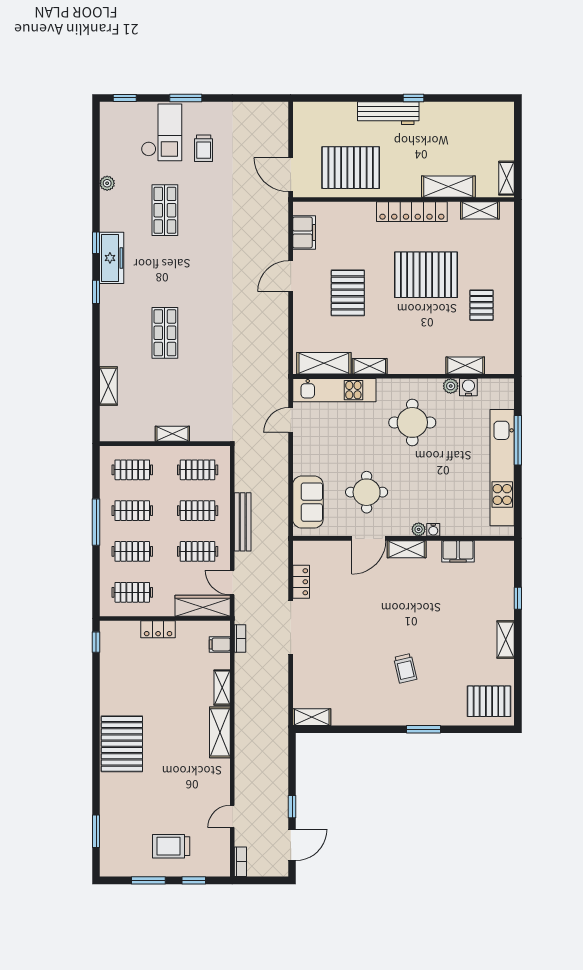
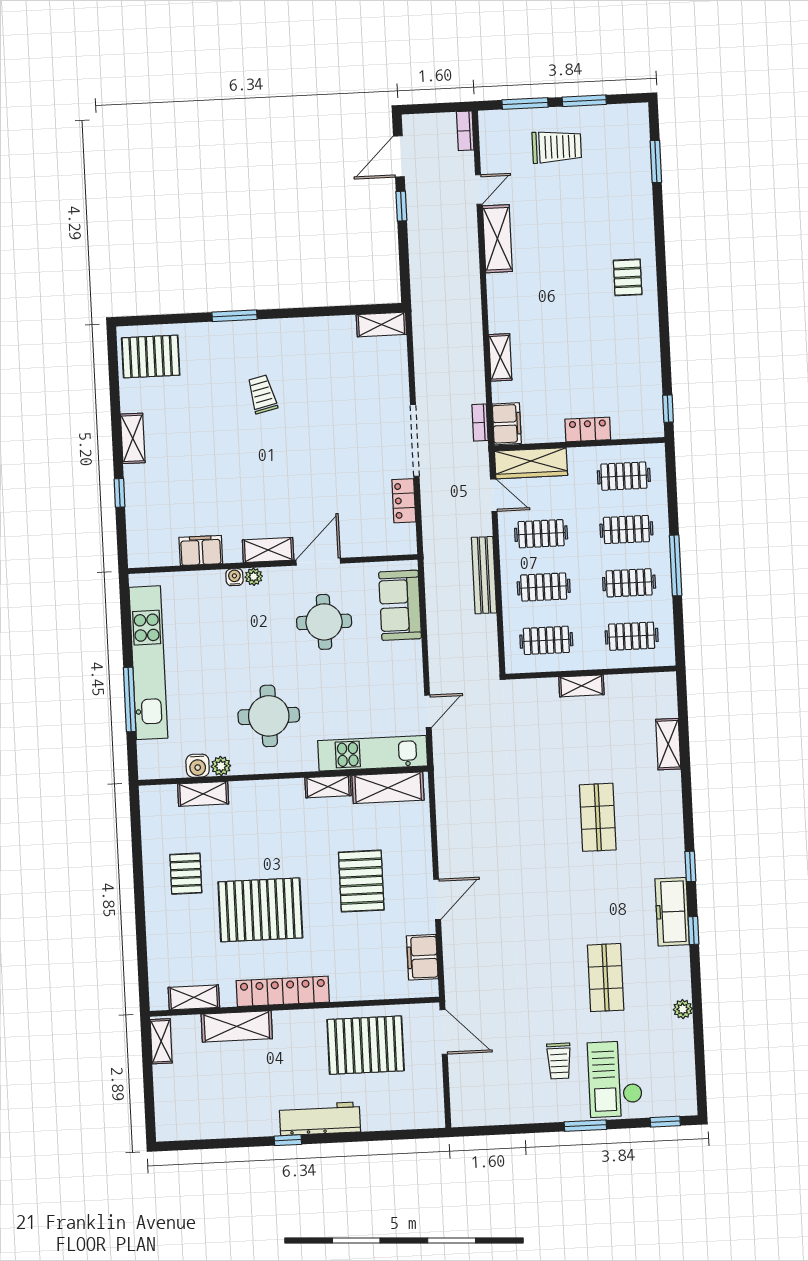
trolley: (204, 148) -> (559, 1061), turned 180
filing cabinet: (220, 644) -> (507, 424), width x2.00
shelving: (220, 732) -> (497, 239), moved
pallet: (122, 744) -> (628, 277), width x0.49, depth x0.50
window: (194, 880) -> (525, 104), width x1.50

